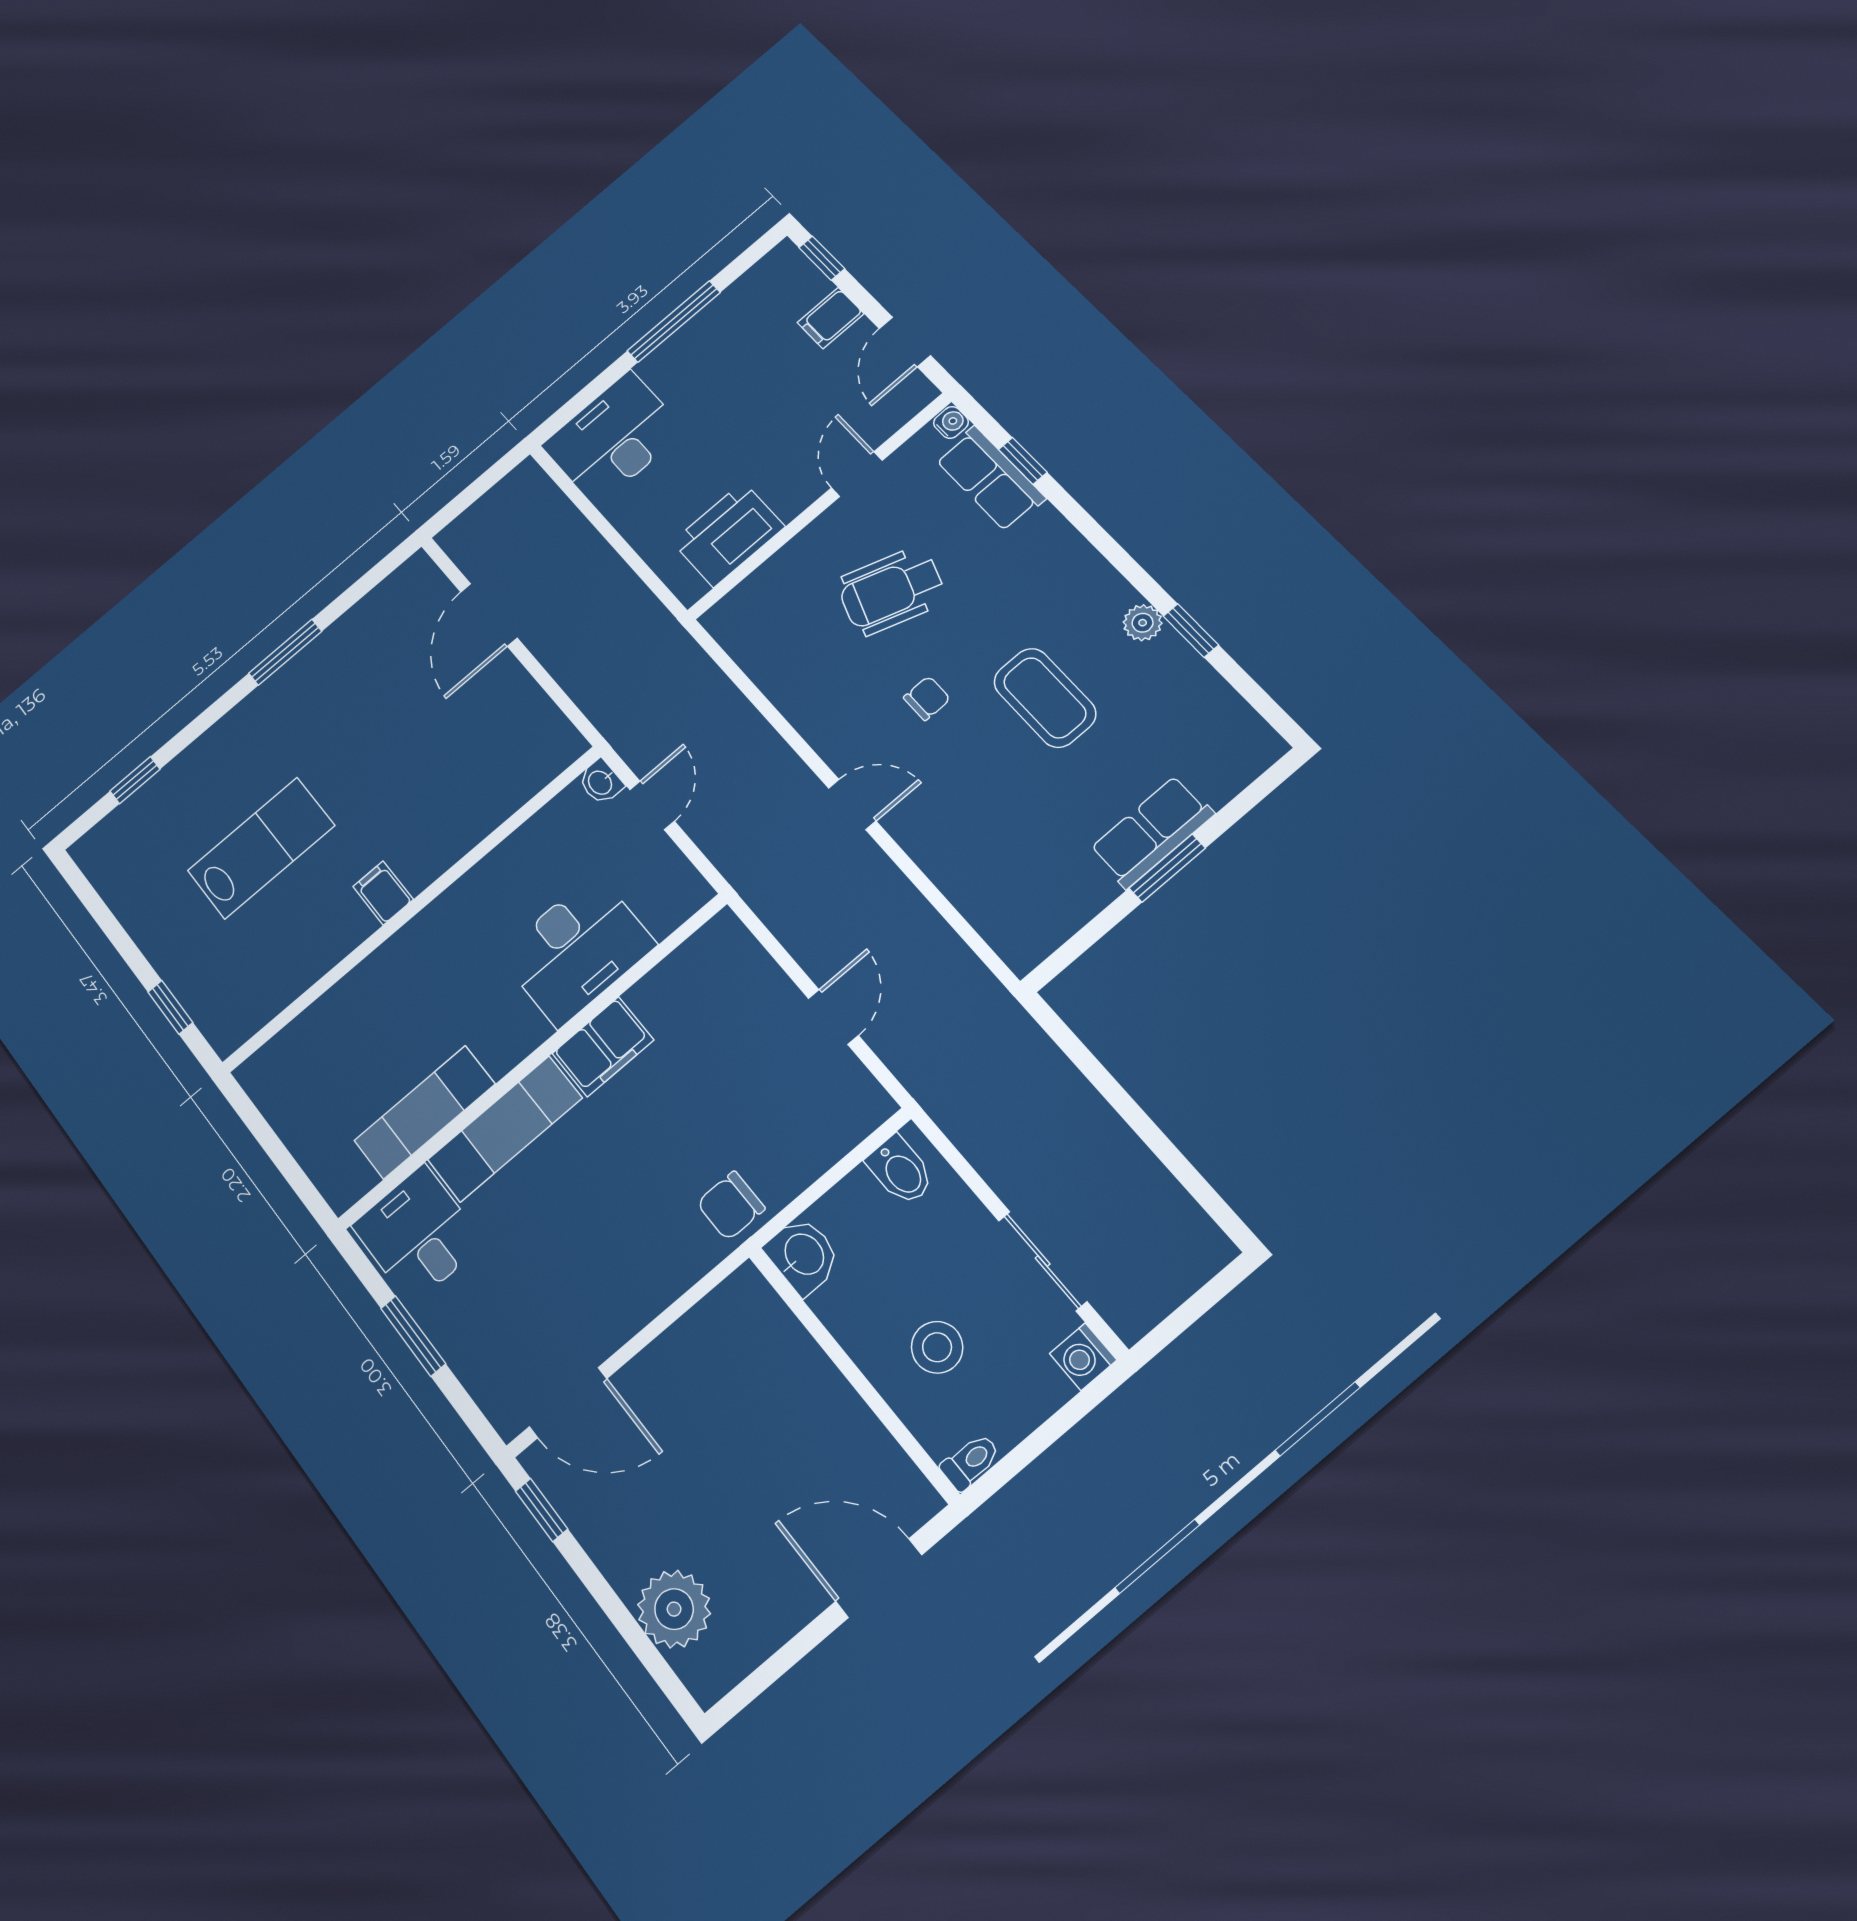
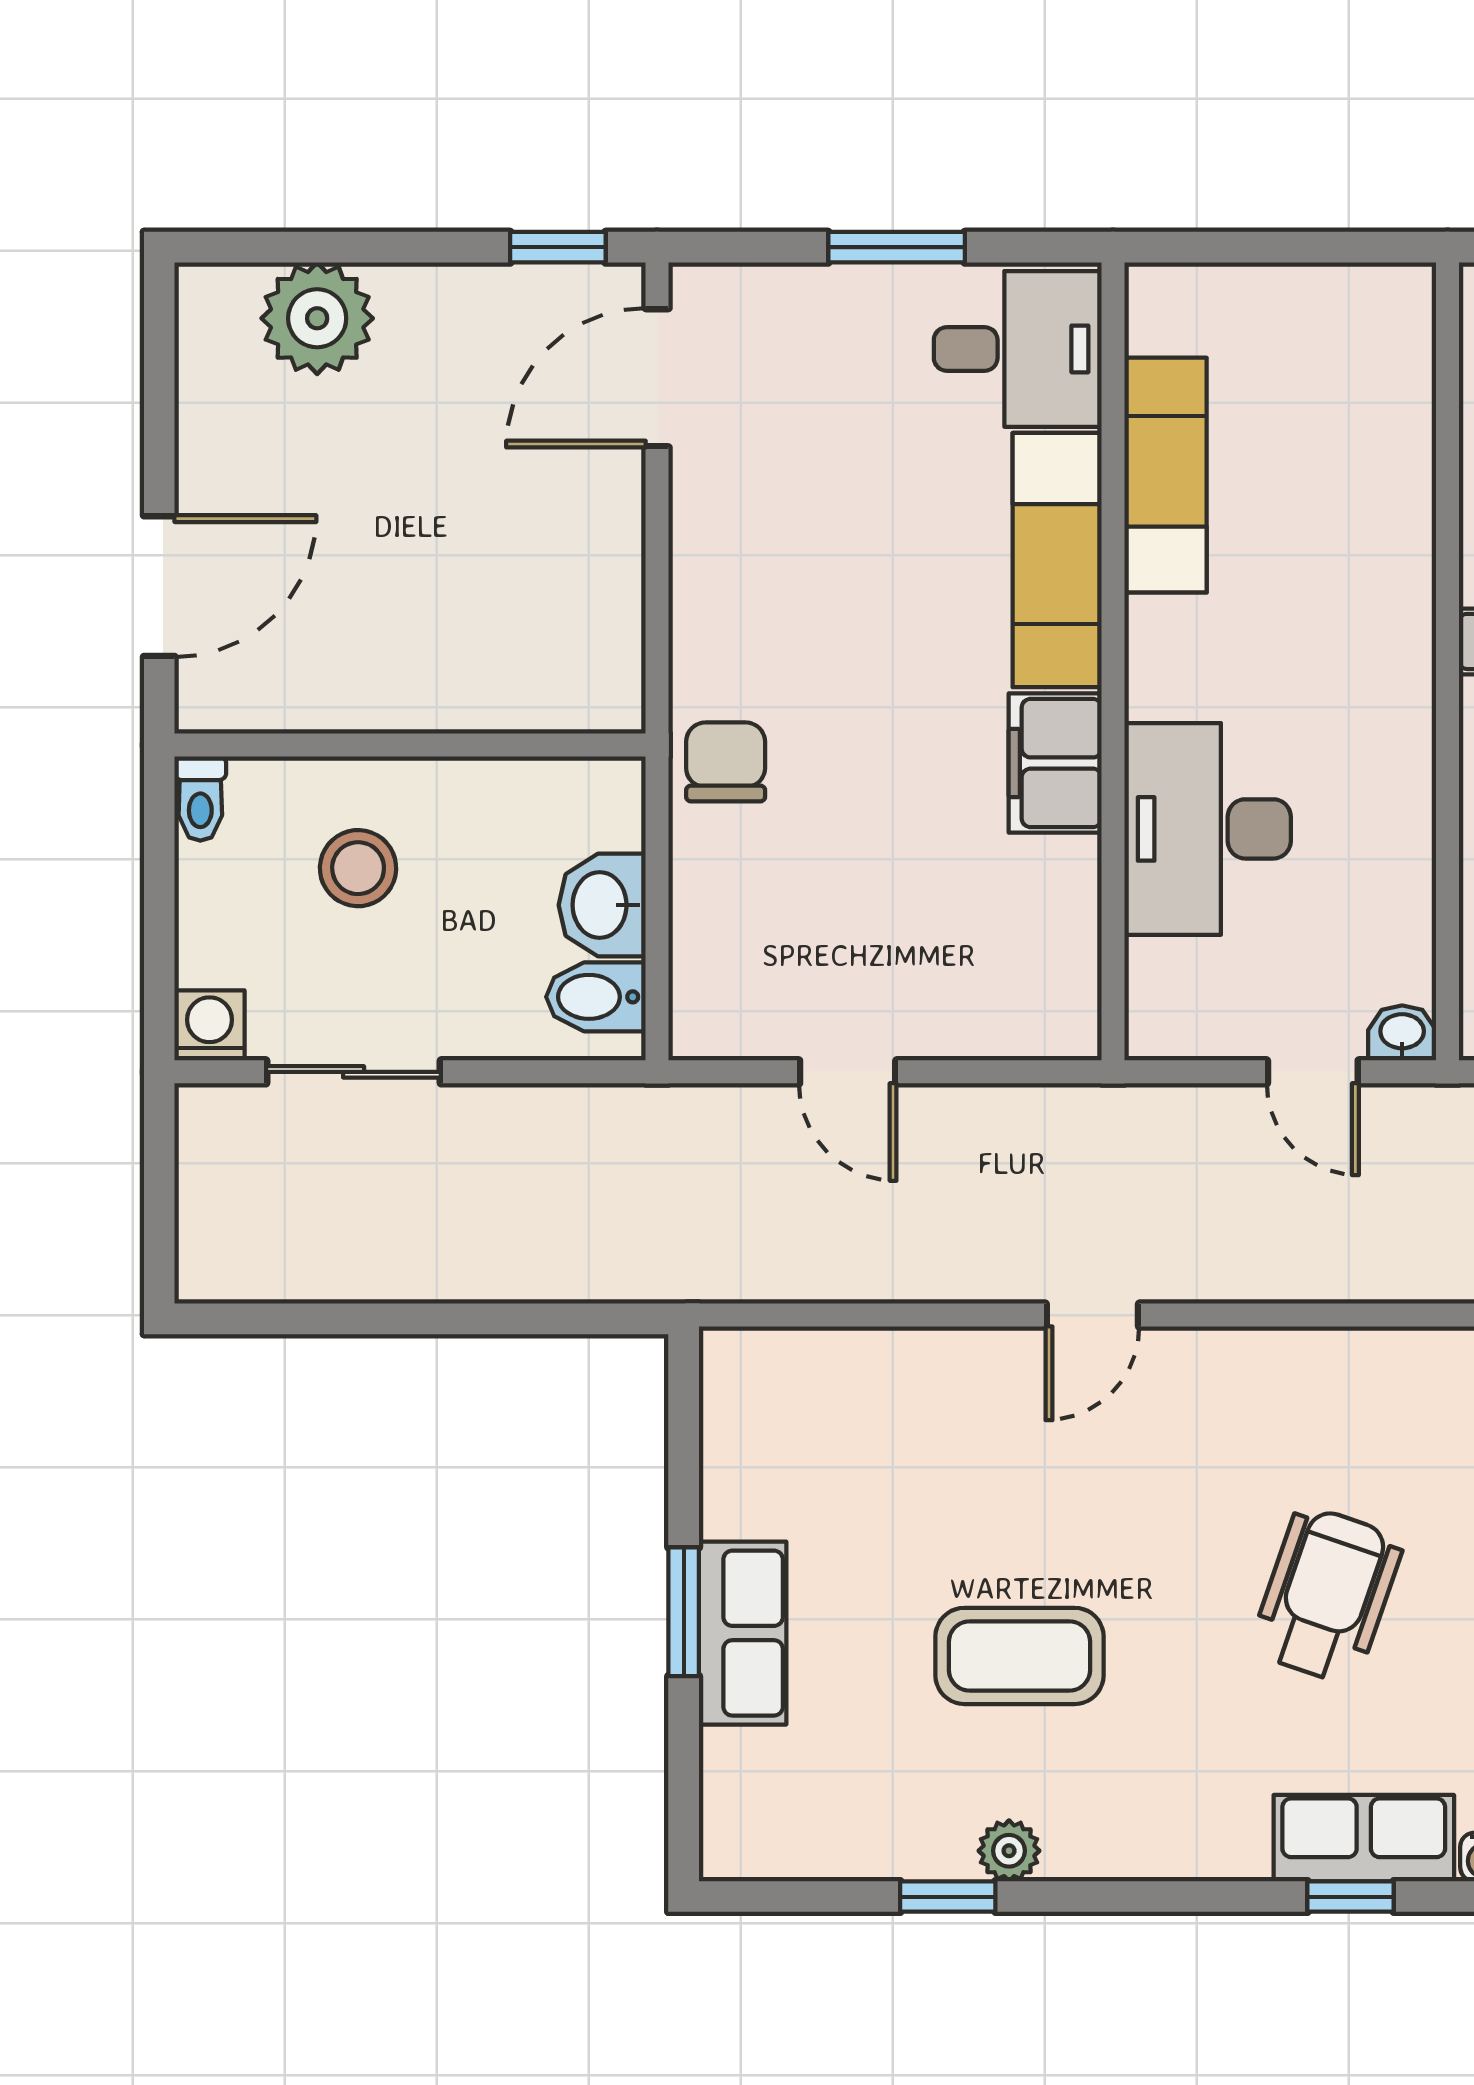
chair: (927, 698) -> (1147, 1518), removed
washbasin: (803, 1255) -> (602, 905), moved, turned 90

